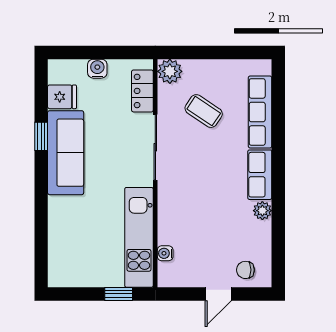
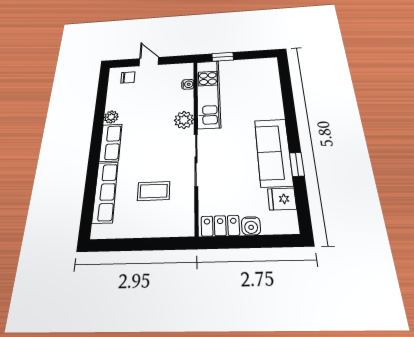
plant: (170, 71) -> (184, 120), moved
locker: (142, 91) -> (220, 226), moved, turned -90
coffee table: (204, 111) -> (154, 191), turned -34
door: (218, 294) -> (149, 62), hinge flipped

